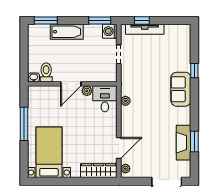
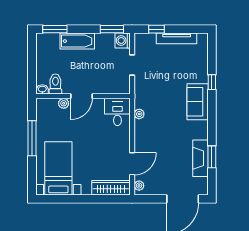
tv unit: (145, 29) -> (177, 38), moved
plant: (87, 91) -> (64, 103), moved

